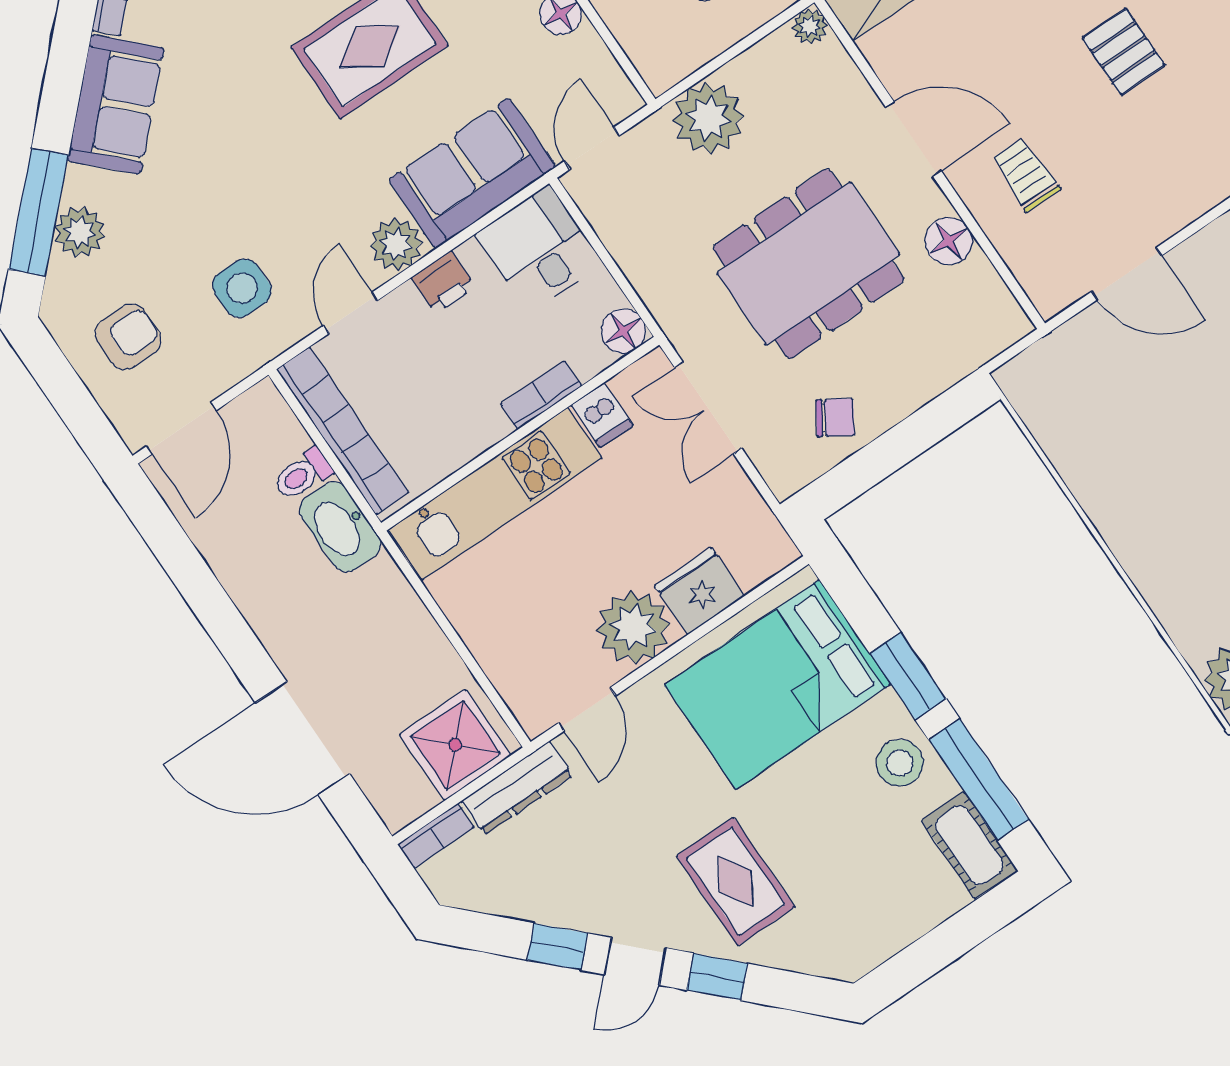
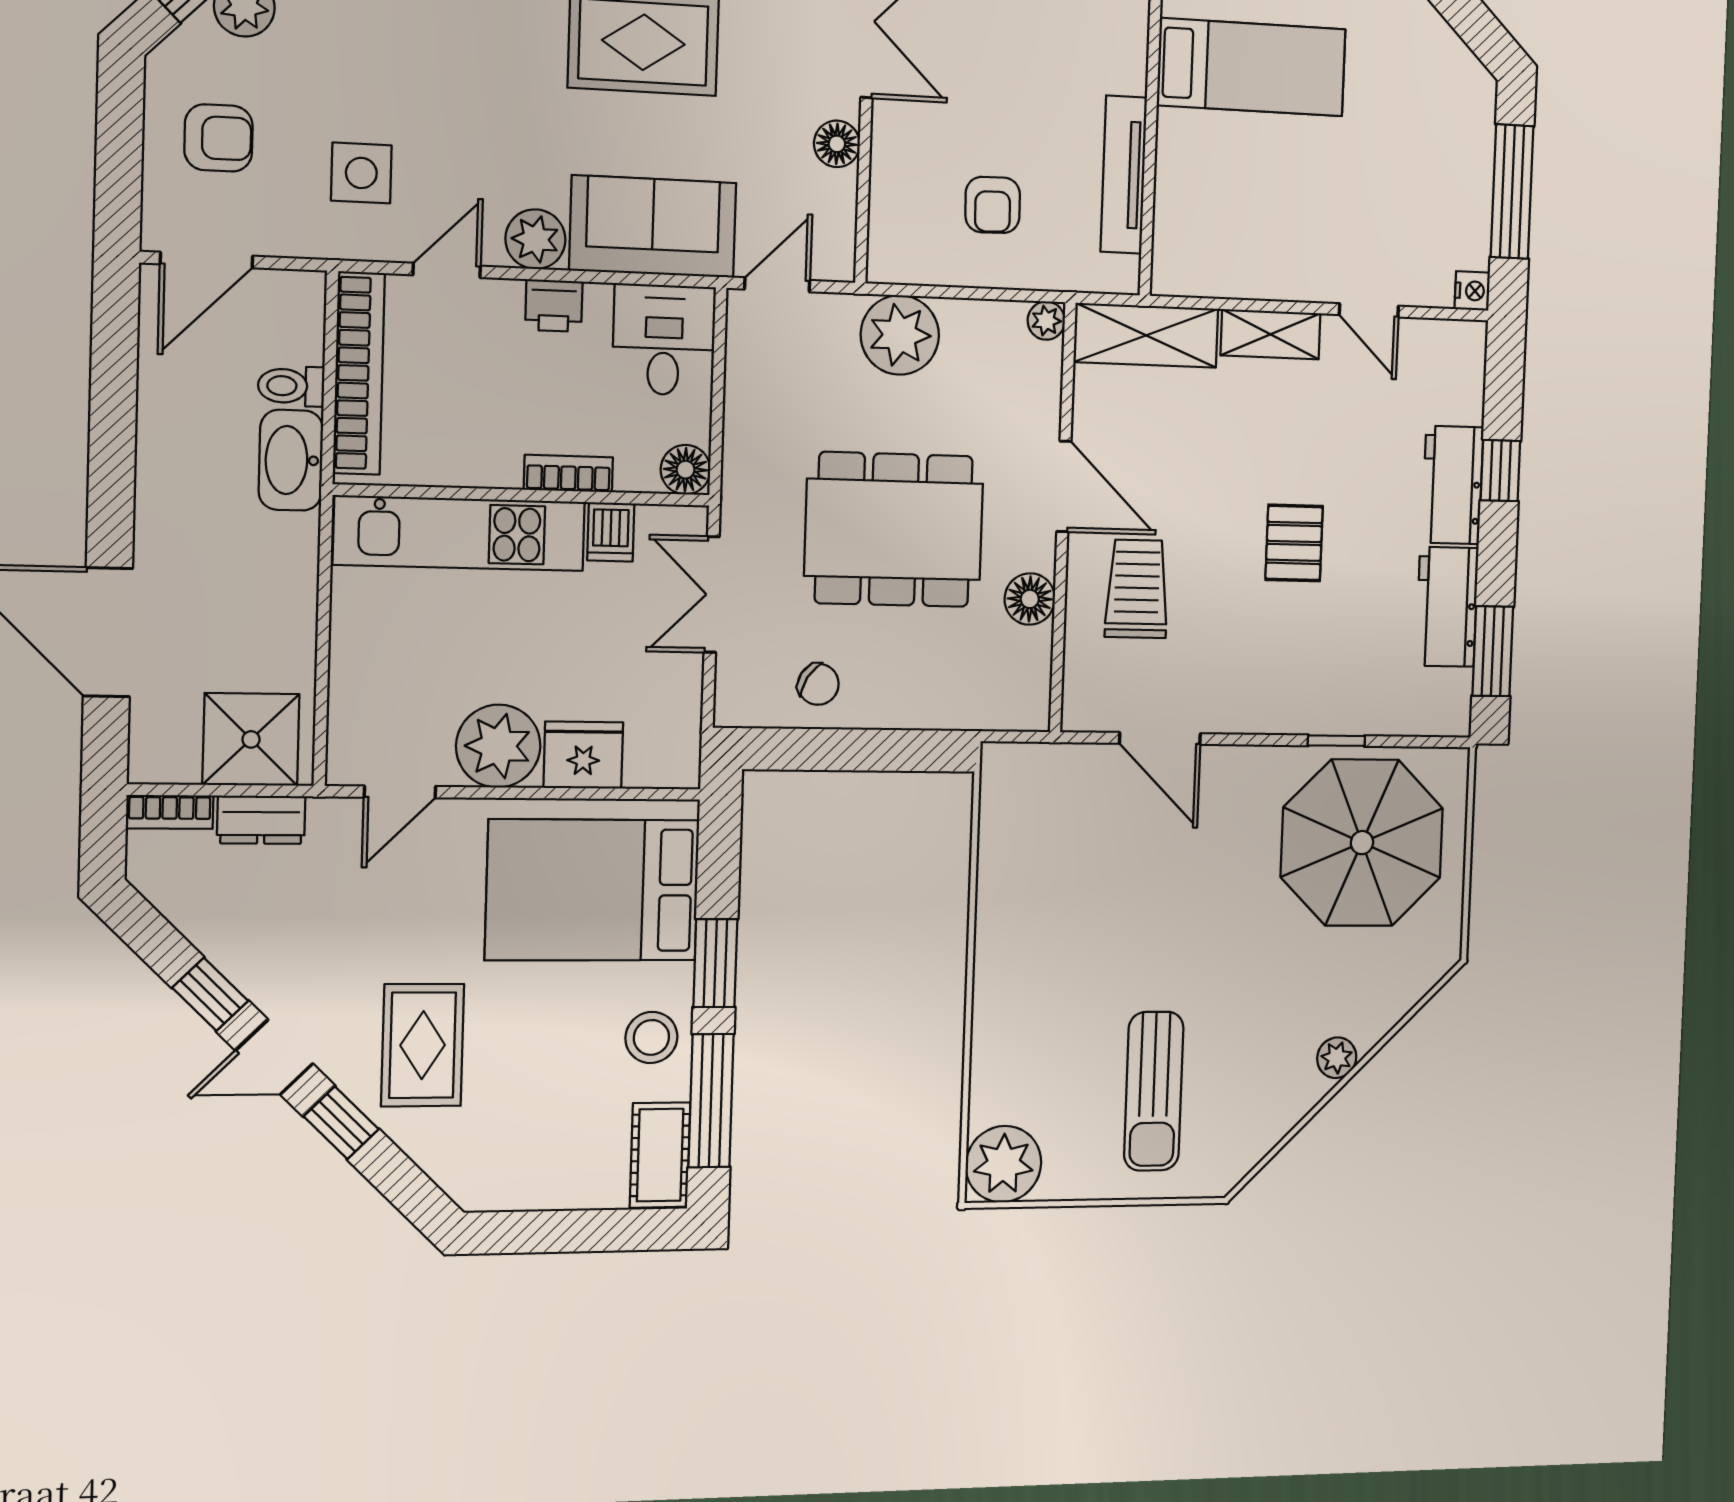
trolley: (1026, 174) -> (1137, 589), width x1.36, depth x1.39
dresser: (517, 788) -> (261, 820), width x0.70

